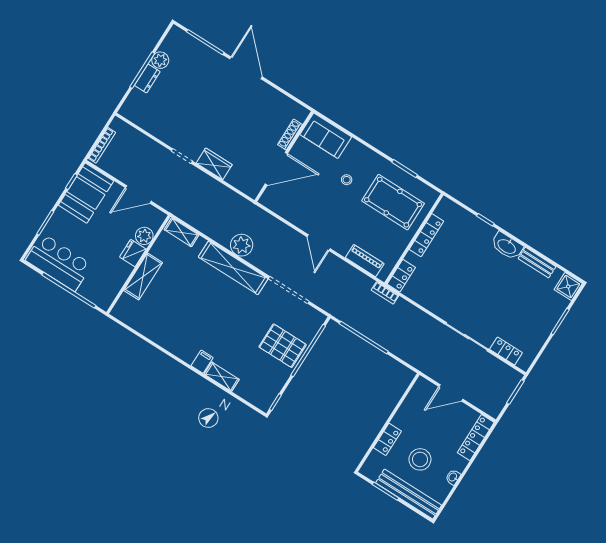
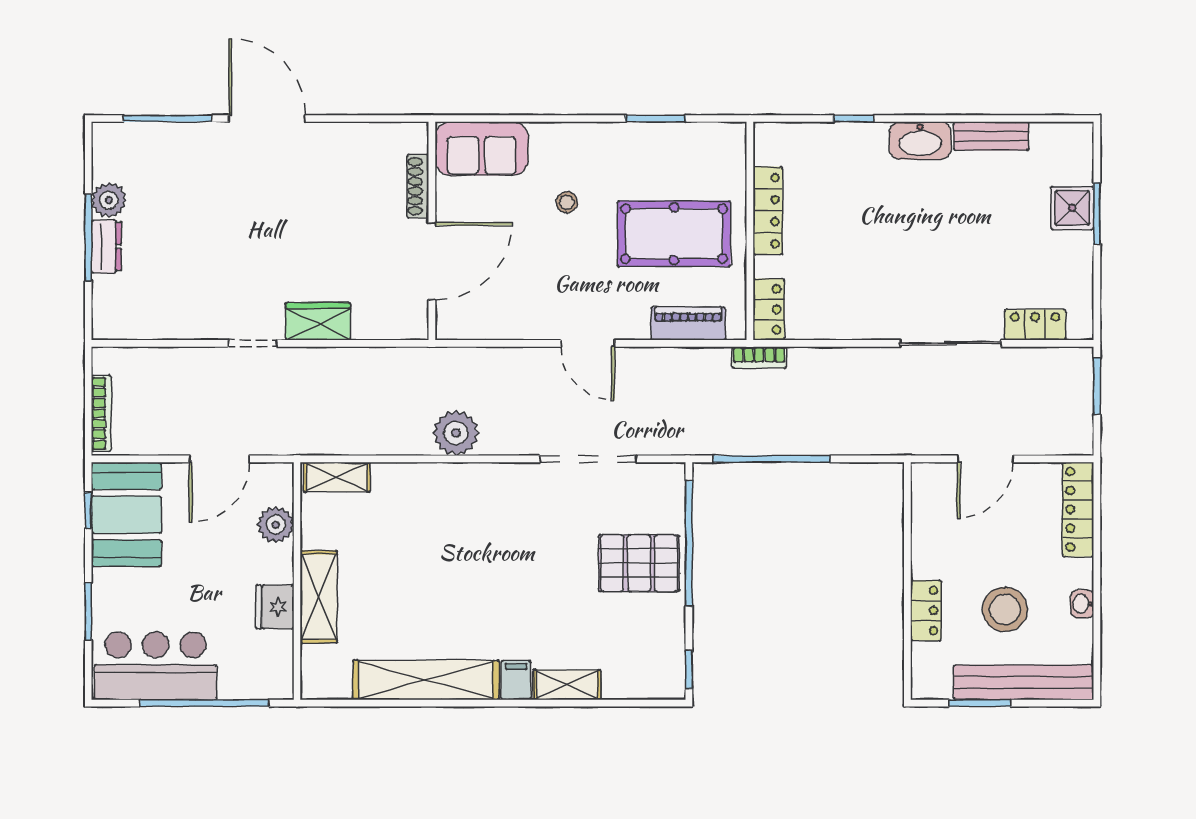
pool table: (393, 202) -> (674, 234), moved
fridge: (133, 253) -> (275, 607), moved
shelving: (233, 268) -> (426, 680), moved
shower: (568, 286) -> (1072, 208), moved

